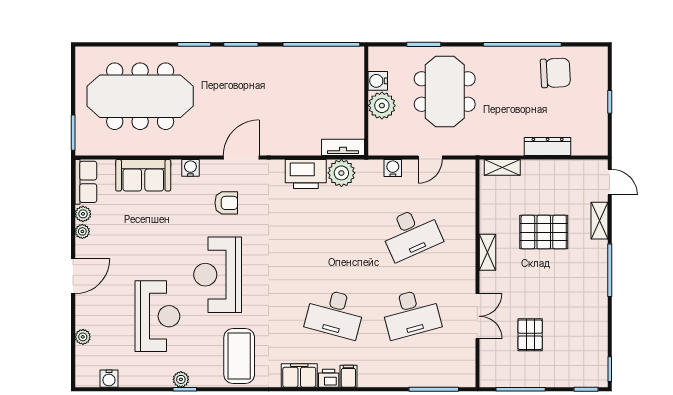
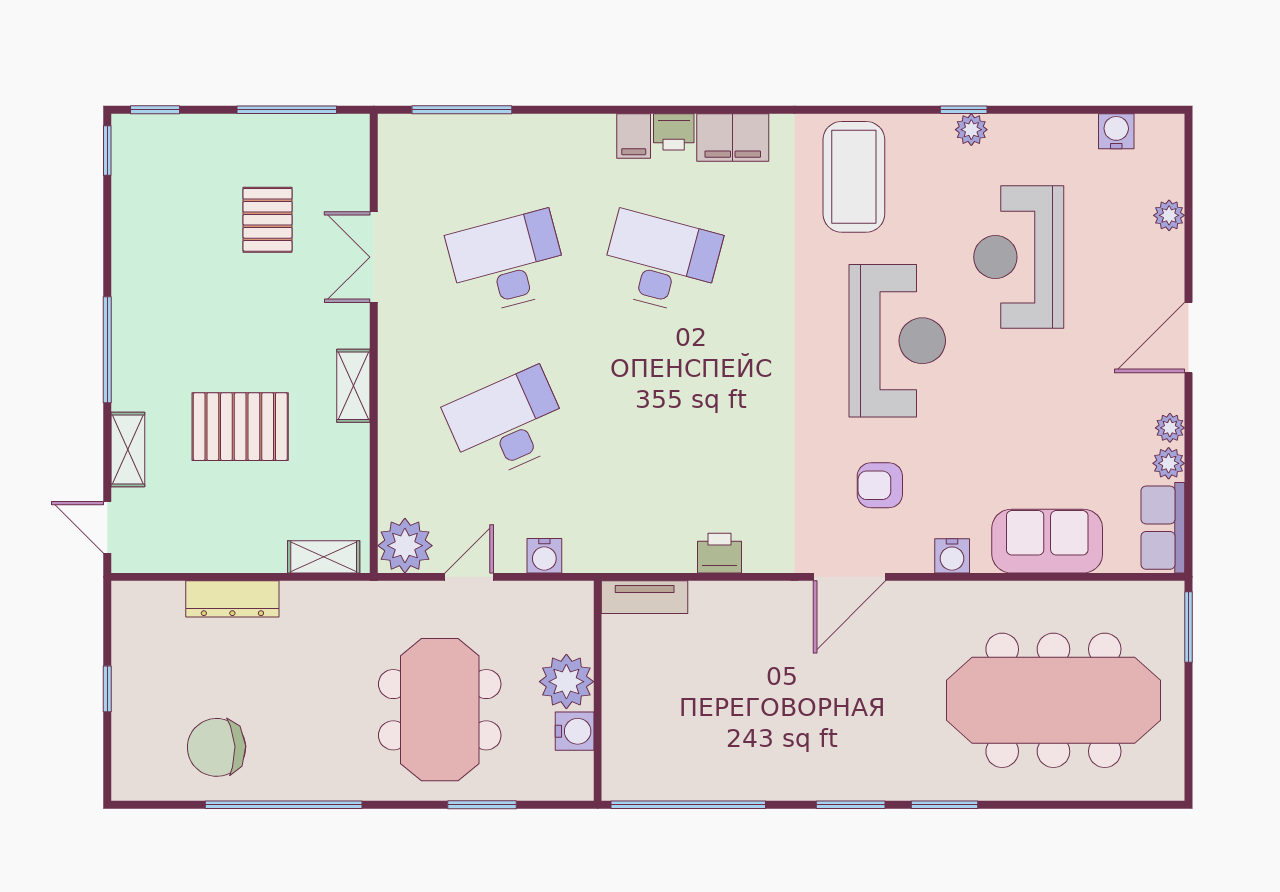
plant: (341, 173) -> (405, 546), moved
printer: (306, 174) -> (720, 553), width x0.53, depth x0.68

